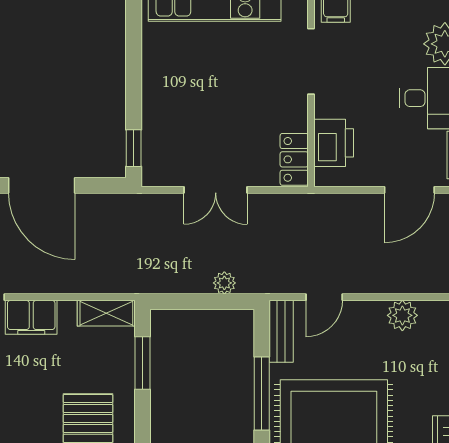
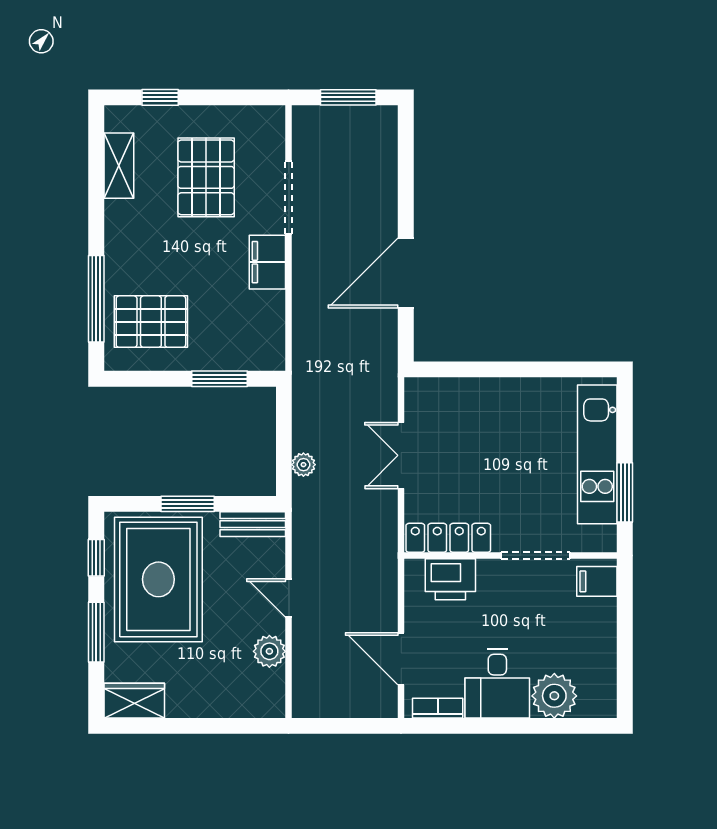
window: (134, 148) -> (445, 369), removed
locker: (294, 159) -> (448, 538), width x1.53
door: (324, 297) -> (289, 598), moved
shelving: (106, 313) -> (272, 341), removed
window: (262, 393) -> (188, 504), width x0.69

